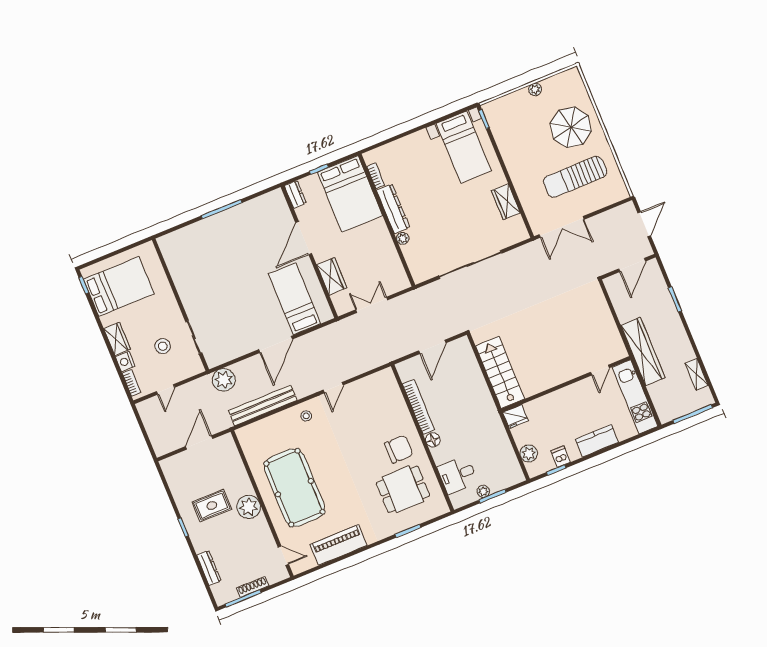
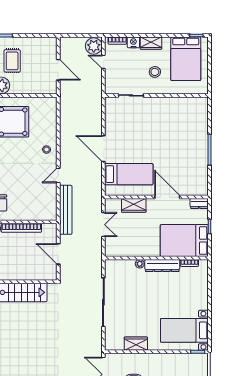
stool: (163, 346) -> (155, 72), moved
plant: (224, 380) -> (94, 46), moved
door: (333, 388) -> (58, 176), hinge flipped
bench: (263, 405) -> (66, 210), moved

